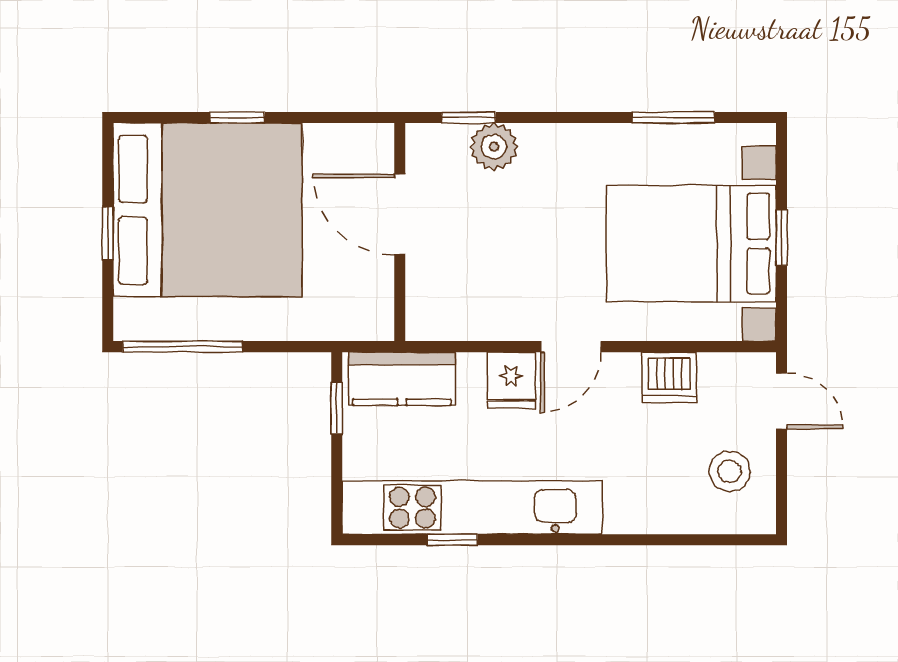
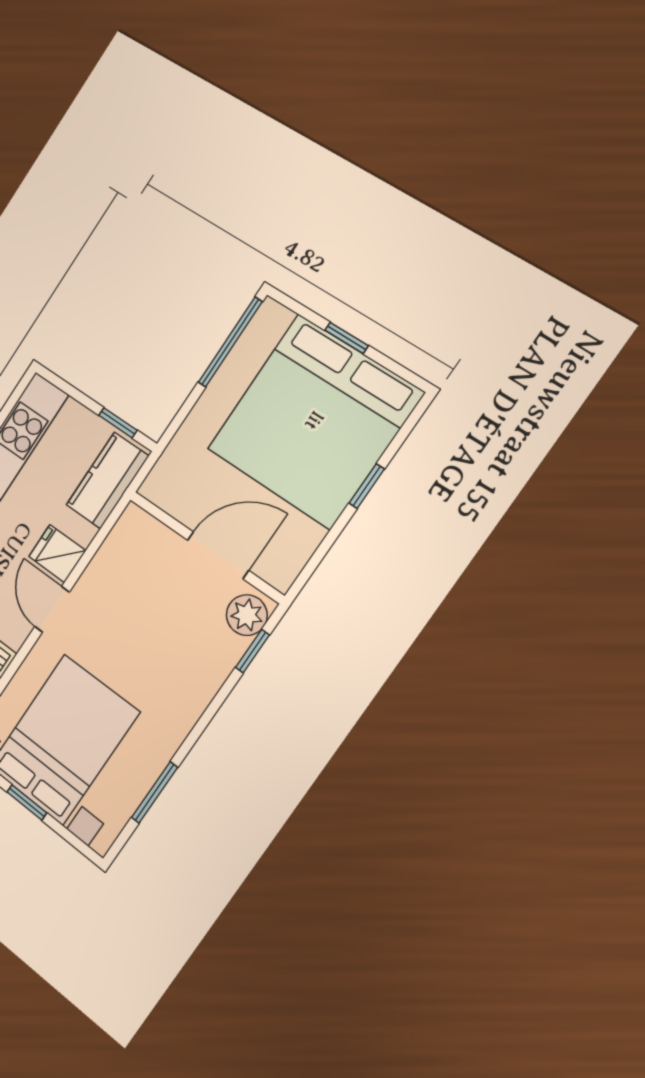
plant: (494, 147) -> (247, 615), moved

